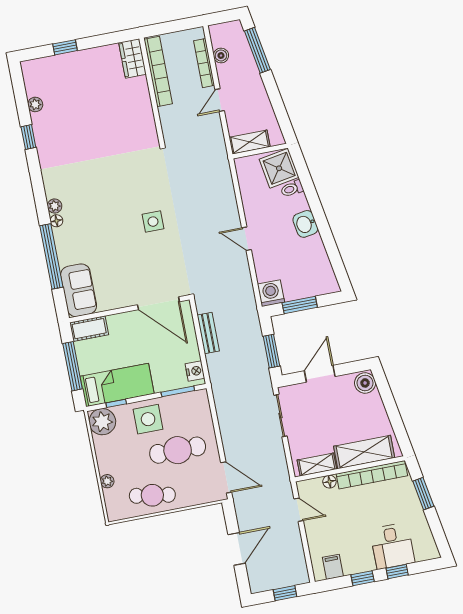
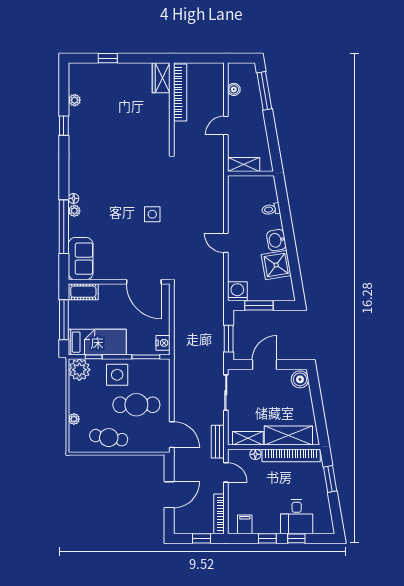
bookcase: (204, 63) -> (219, 514), moved
shower: (279, 168) -> (276, 265), moved
plant: (55, 206) -> (74, 211), moved
bench: (208, 333) -> (218, 442), moved

